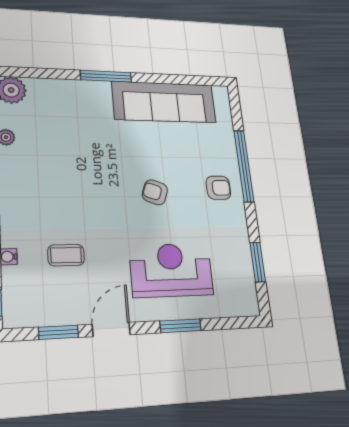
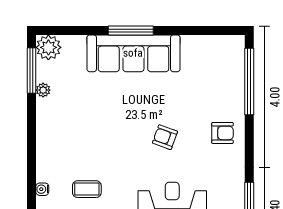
sofa: (164, 102) -> (133, 53), moved
window: (244, 166) -> (249, 81), moved

